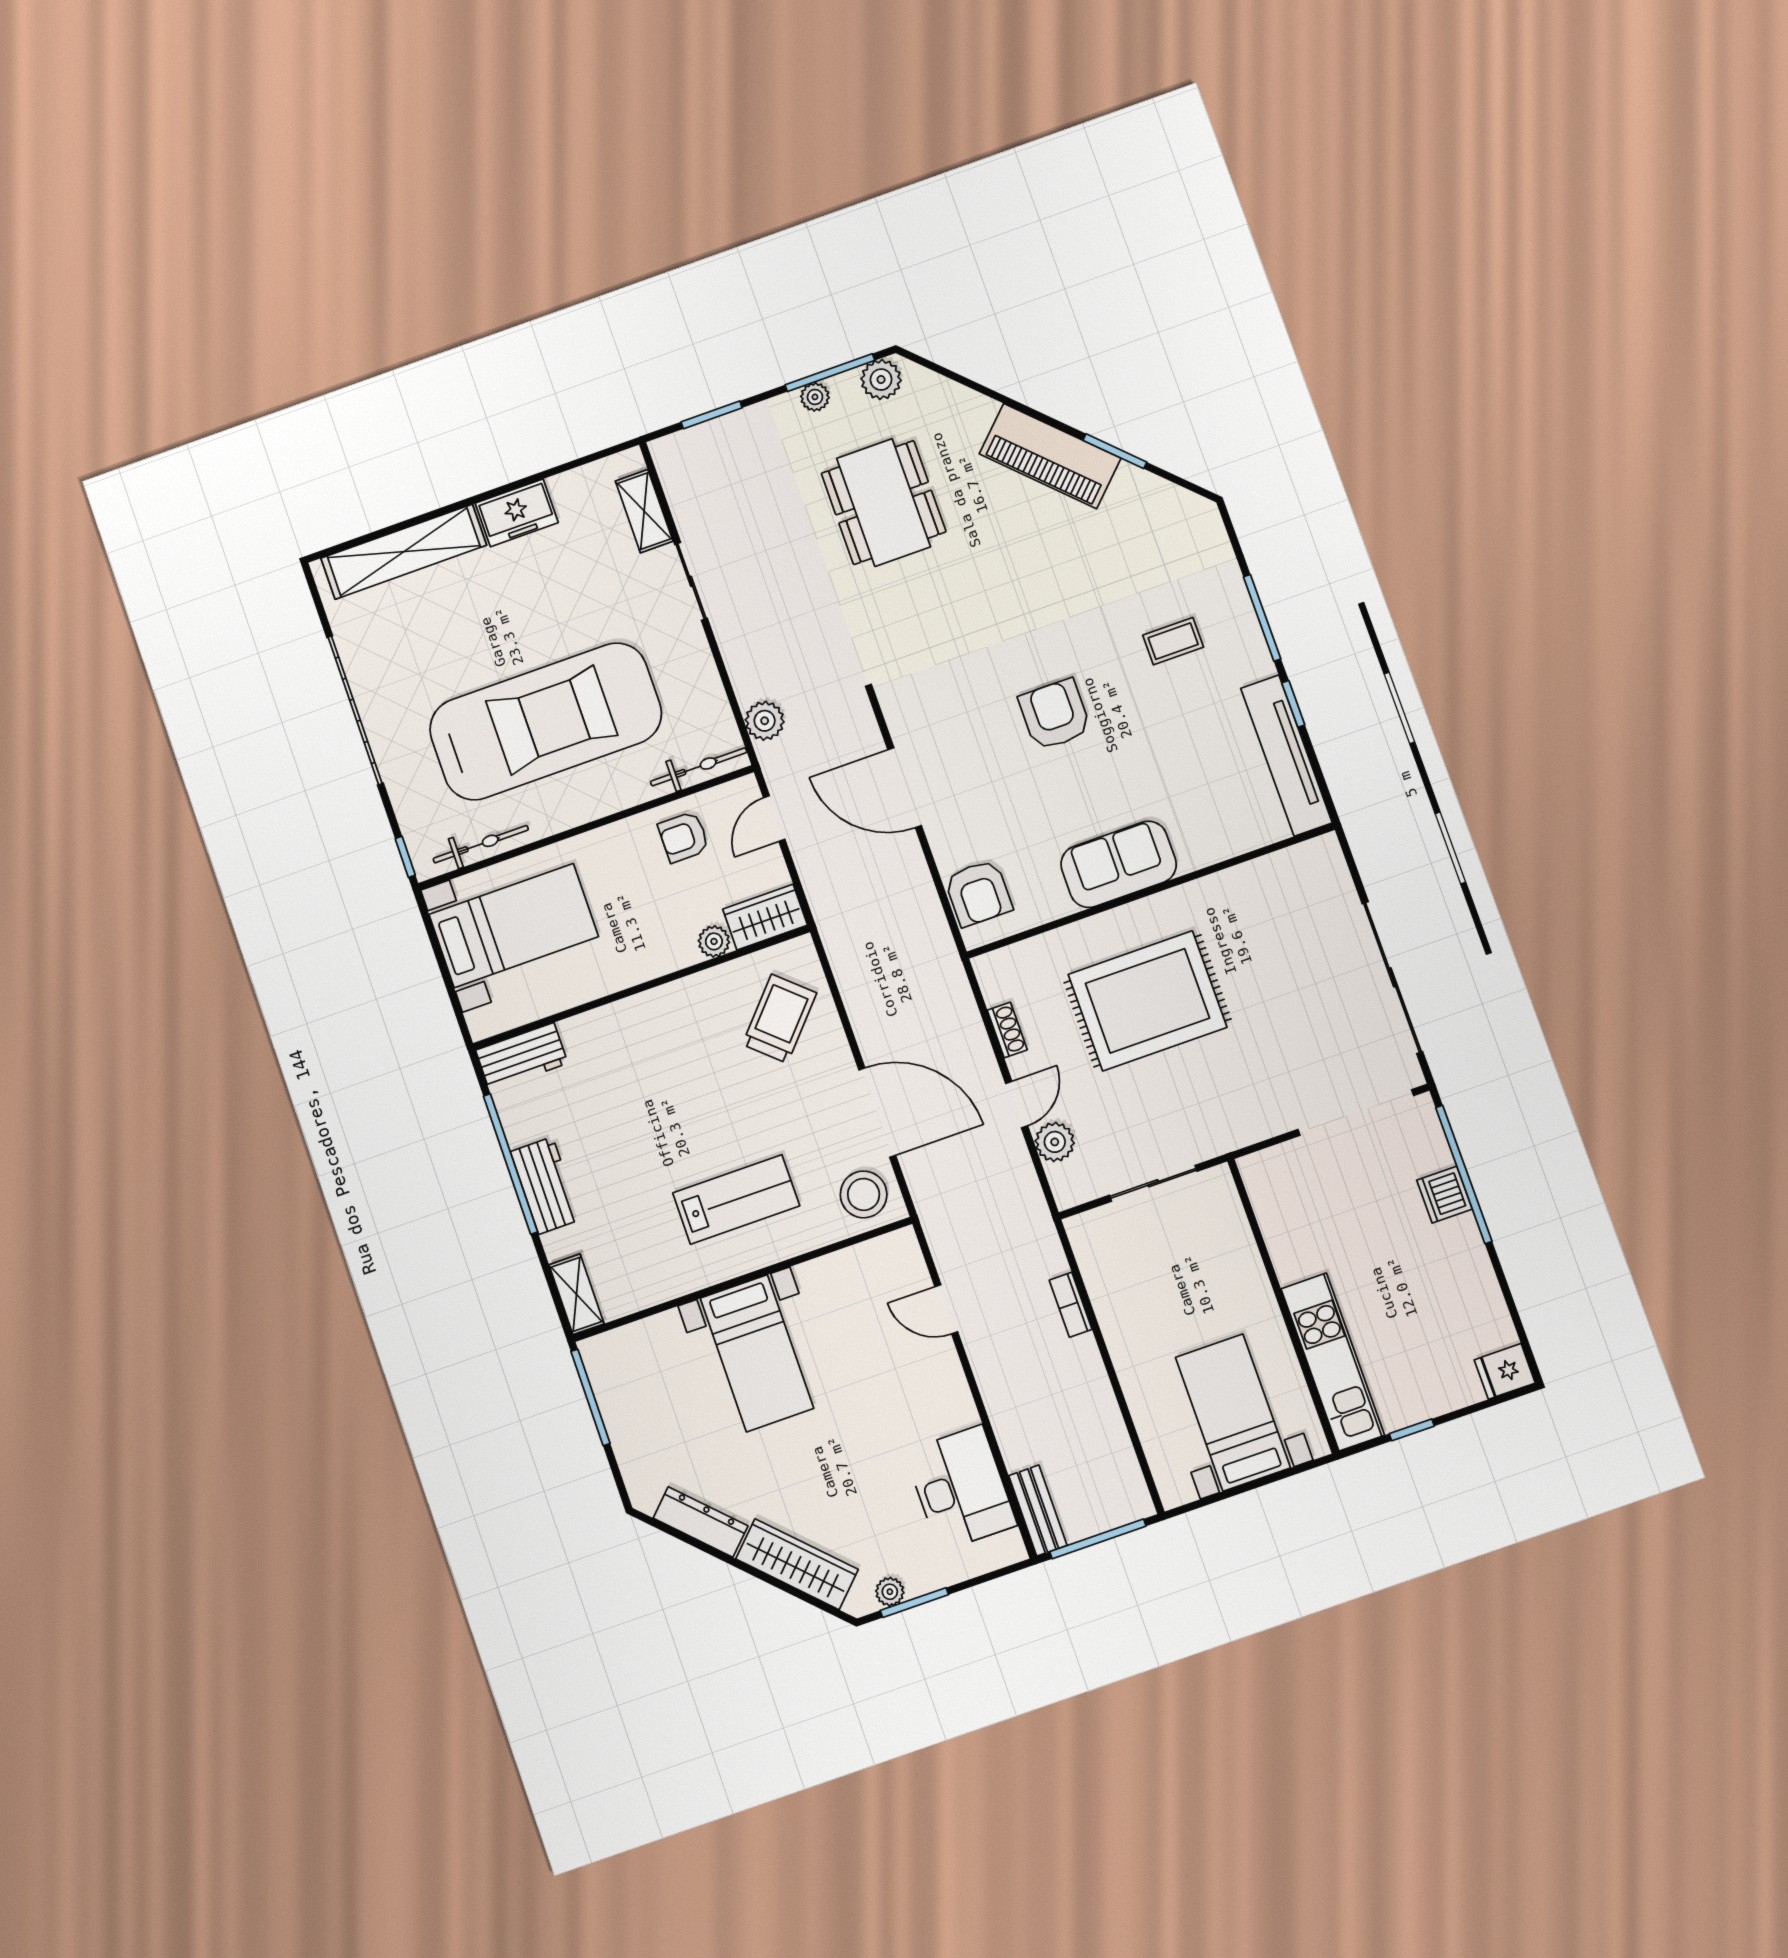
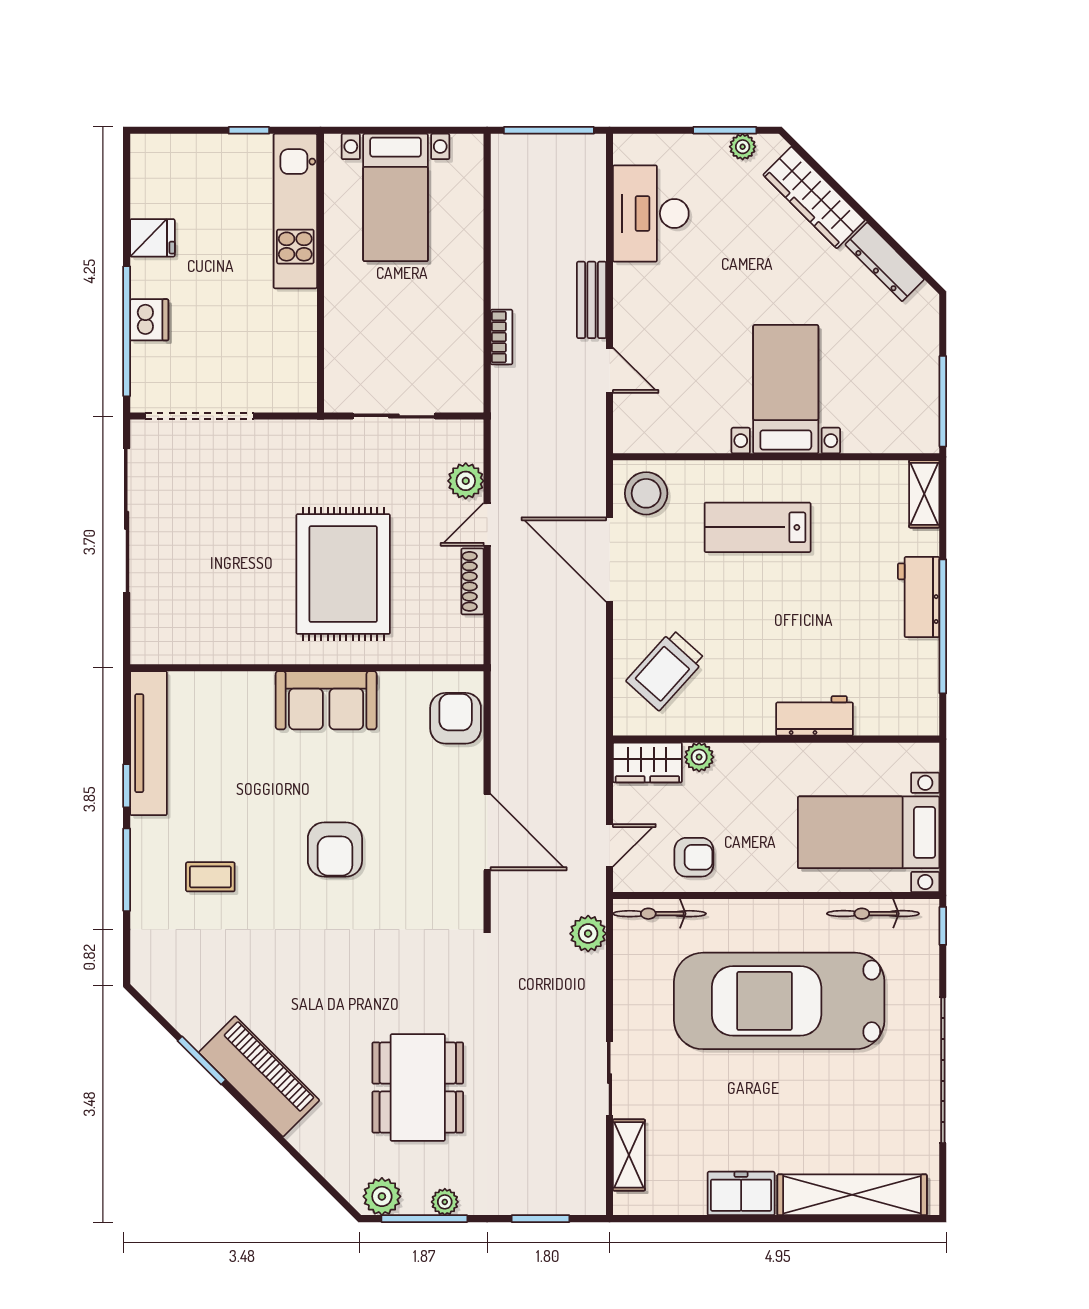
rug: (1147, 1001) -> (343, 574), turned 90
shoe rack: (1007, 1030) -> (473, 581), width x1.43
workbench: (522, 1057) -> (815, 716), moved
fridge: (1505, 1371) -> (152, 238), moved
bench: (1038, 1510) -> (592, 300), moved

